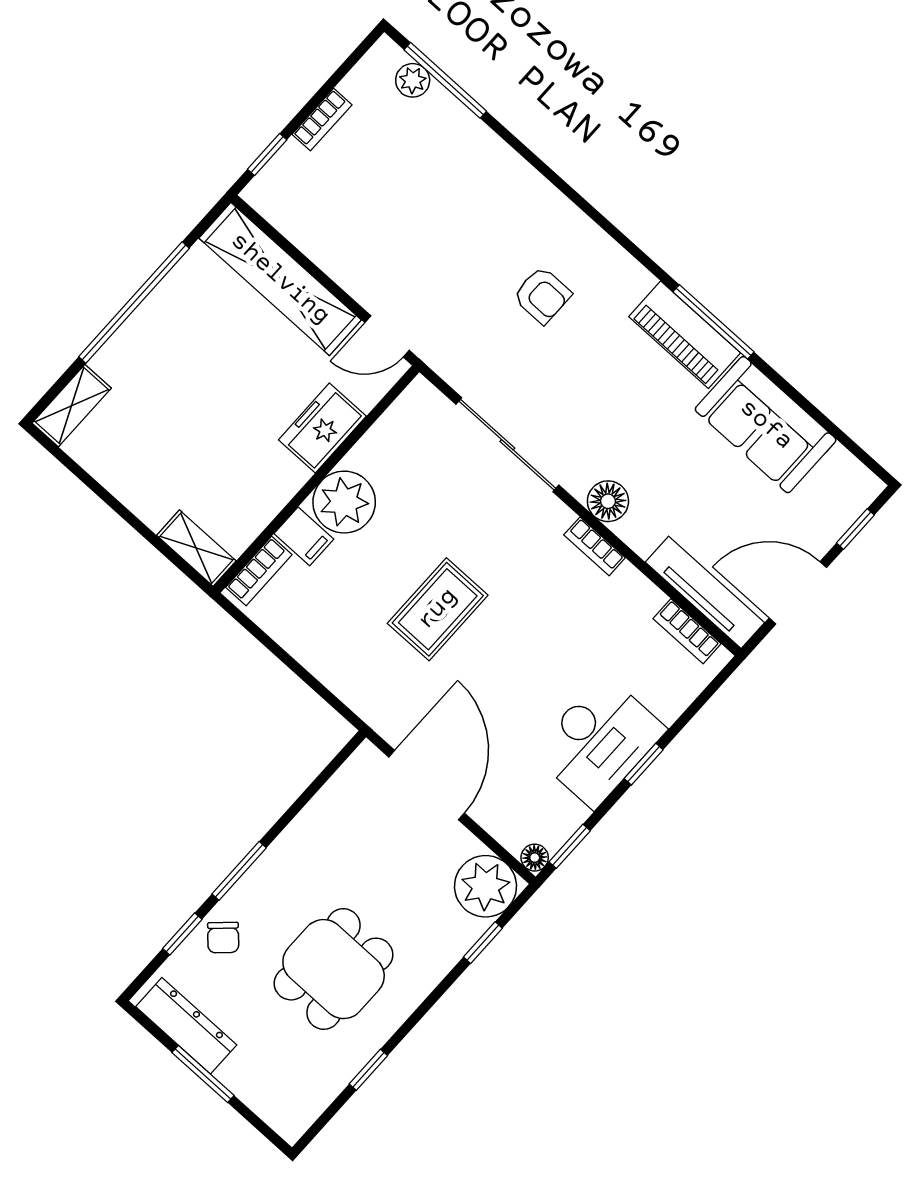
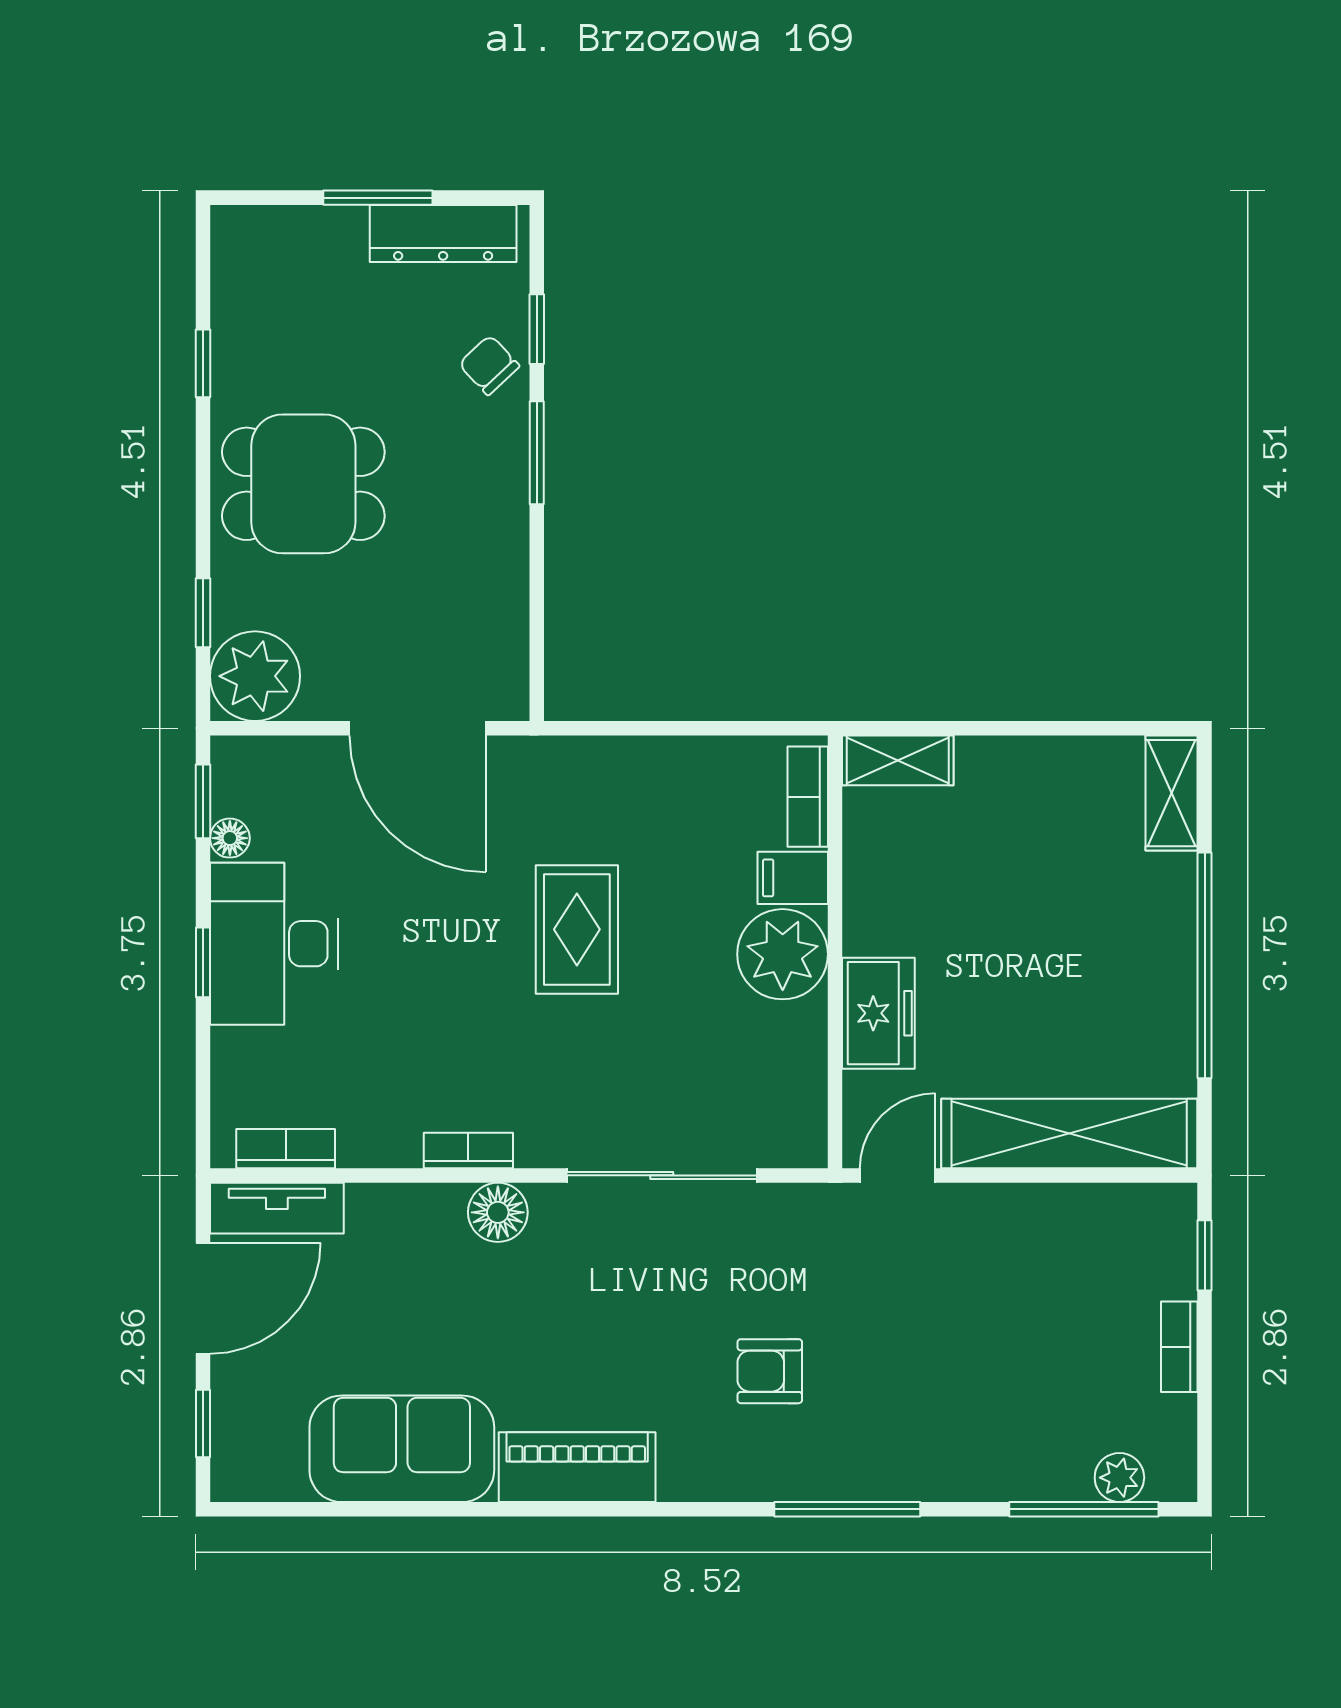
window: (713, 322) -> (847, 1509), moved
tv unit: (705, 592) -> (277, 1208), width x0.71
floor lamp: (535, 858) -> (230, 838), moved
dining table: (334, 969) -> (303, 484), moved, turned 90

